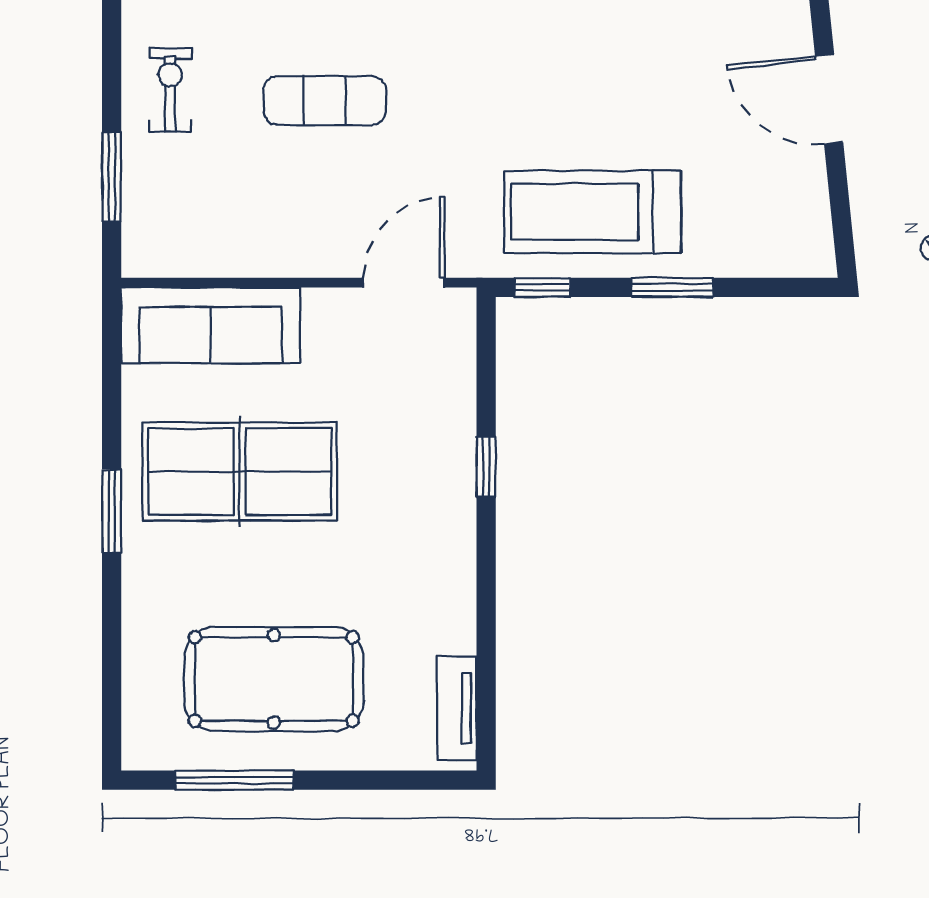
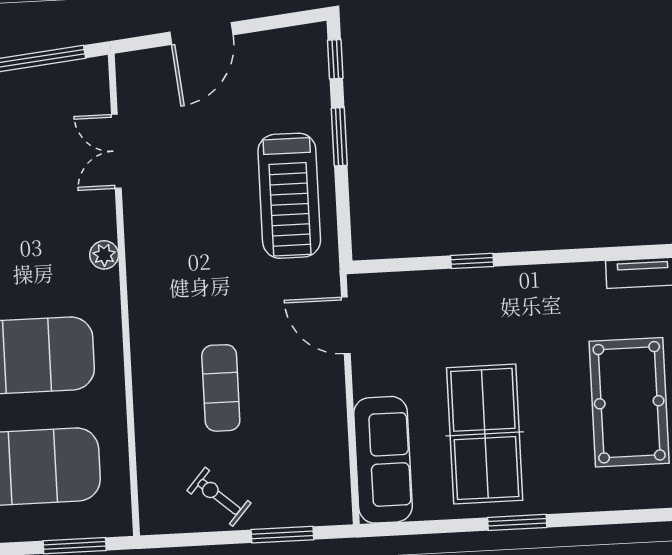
exercise bike: (170, 90) -> (219, 497), turned 41
window: (542, 287) -> (335, 59), moved

